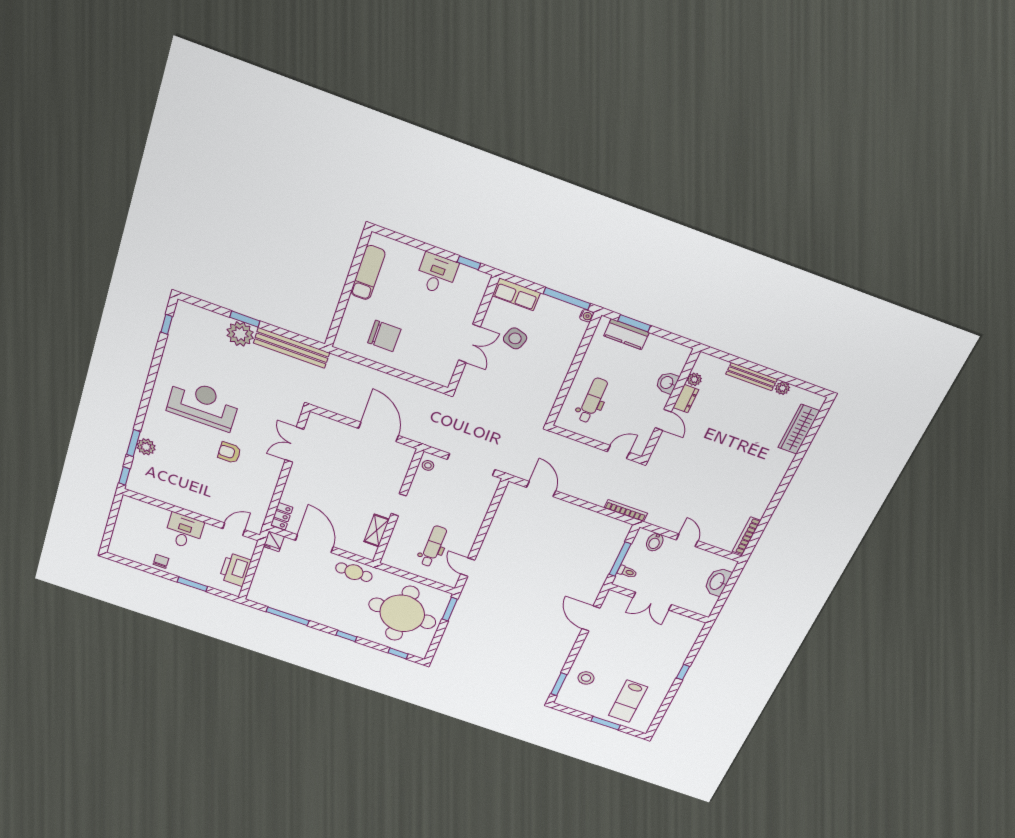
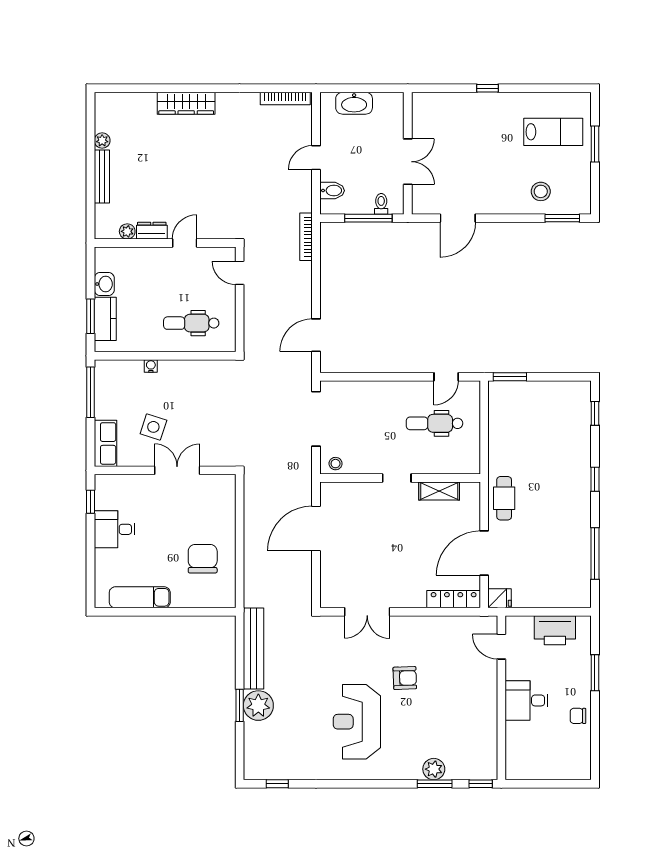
water cooler: (587, 316) -> (151, 366), moved
washbasin: (667, 383) -> (104, 284), moved, turned -90
wardrobe: (799, 429) -> (186, 103), moved
armchair: (229, 453) -> (405, 678), turned -92
locker: (282, 516) -> (454, 599), width x1.53
round table: (402, 613) -> (537, 427), removed

